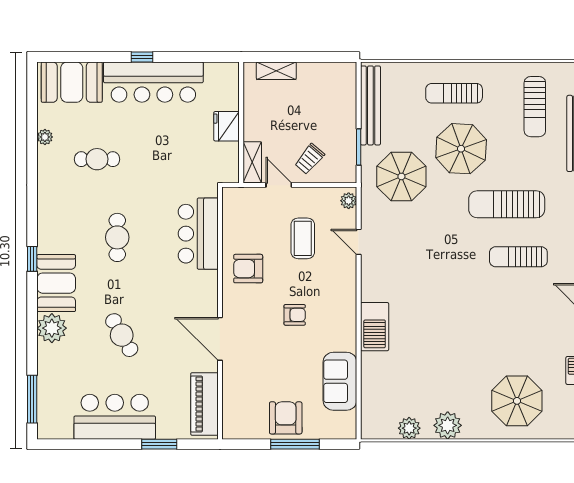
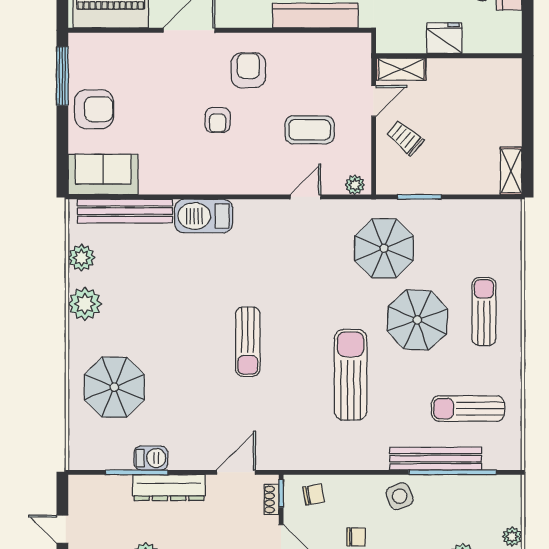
shelving: (276, 71) -> (511, 171), moved
bench: (370, 105) -> (125, 211), moved
sun lounger: (518, 257) -> (248, 342), moved, turned 180
armchair: (248, 269) -> (248, 70), moved
sofa: (340, 381) -> (103, 174), moved
window: (295, 444) -> (62, 76), moved

